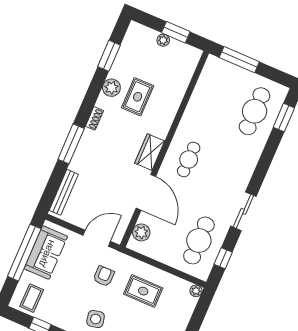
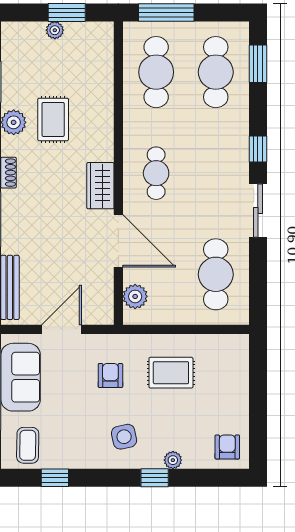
cafe table: (216, 95) -> (156, 72), added
door: (97, 238) -> (62, 329), moved
window: (223, 258) -> (258, 149), moved
plant: (196, 291) -> (241, 342), removed

